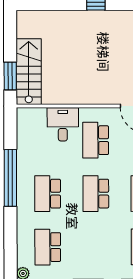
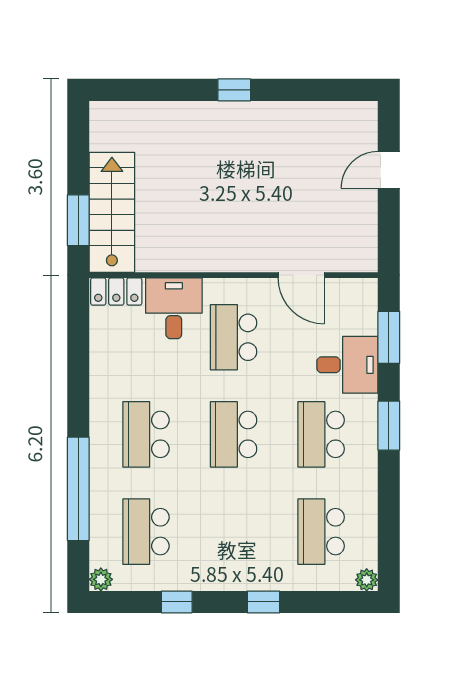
locker: (31, 115) -> (116, 291), added
window: (10, 178) -> (78, 489), moved

